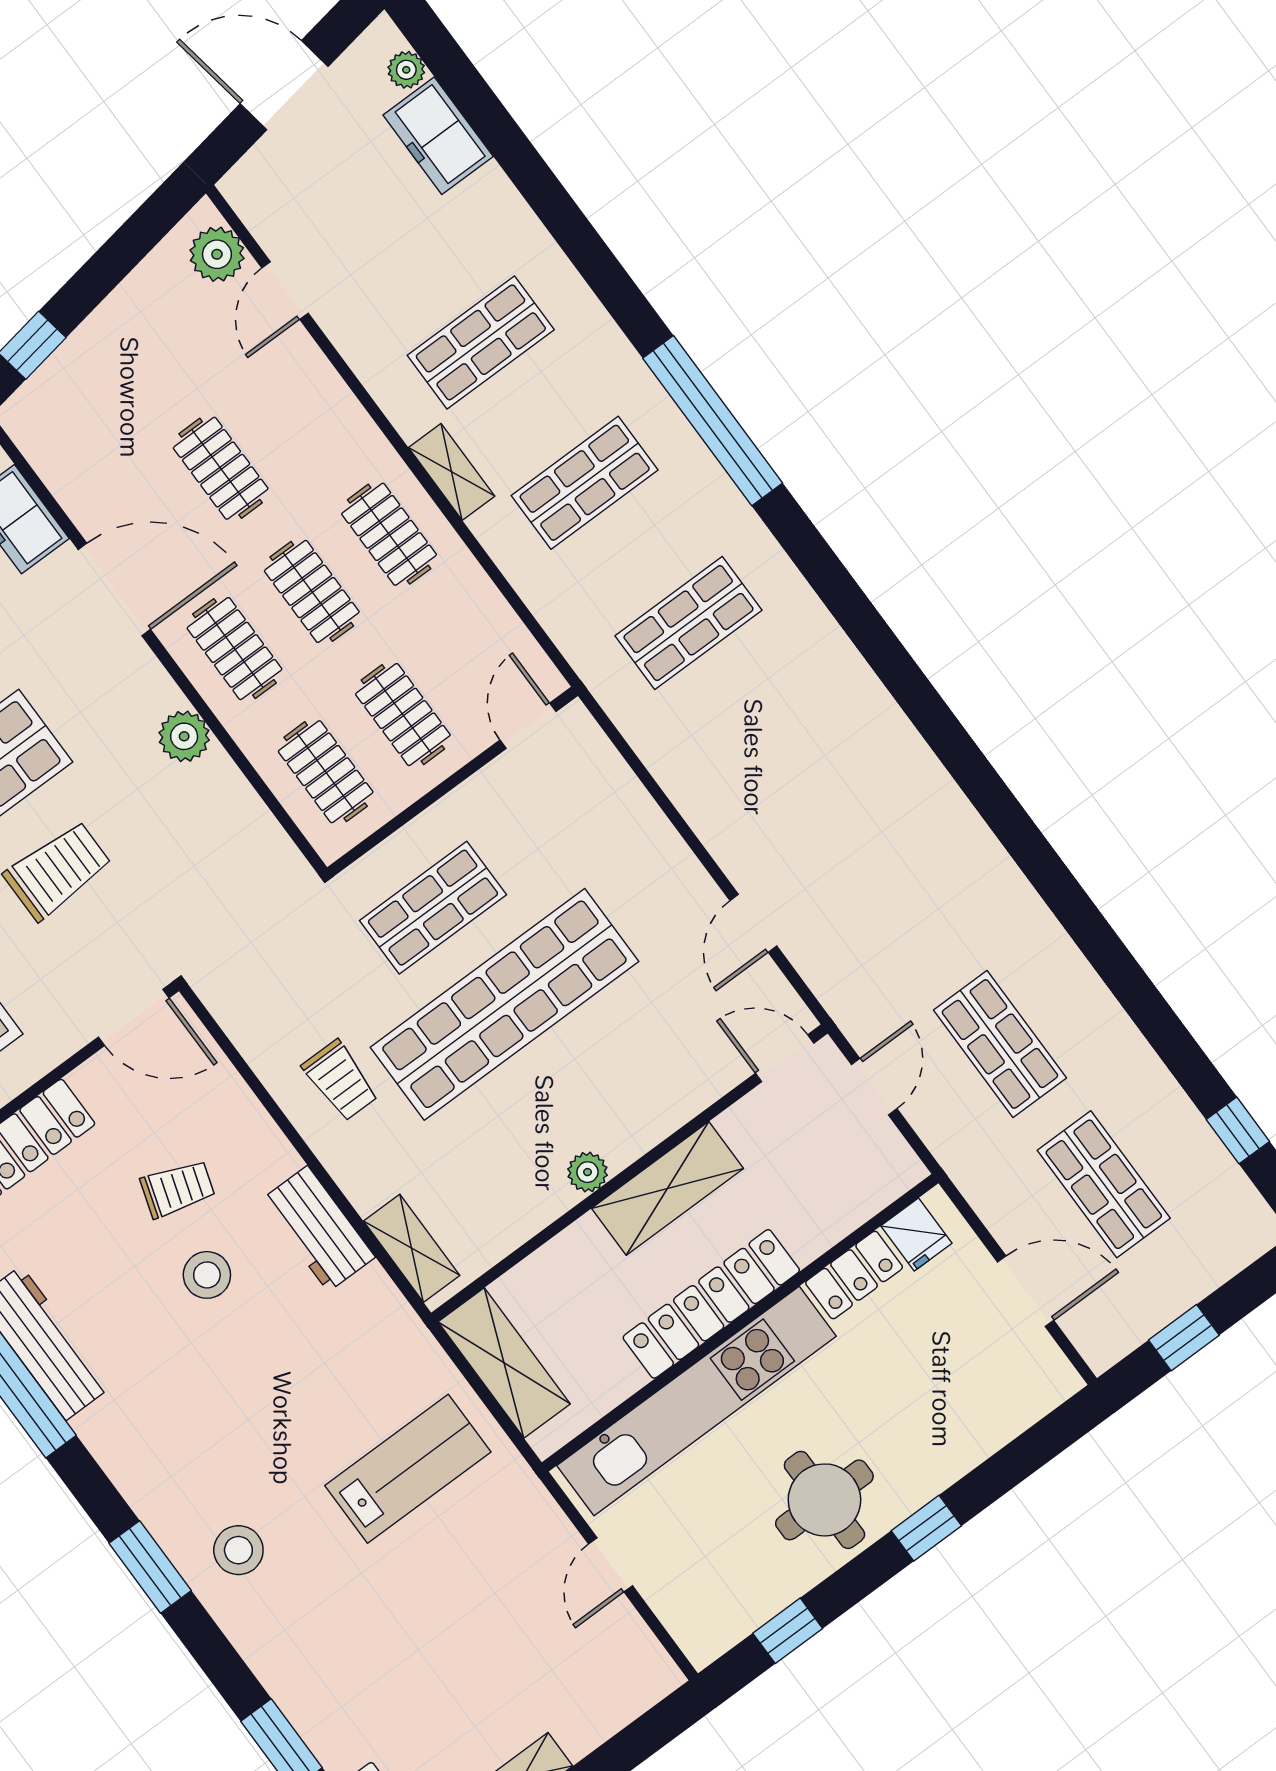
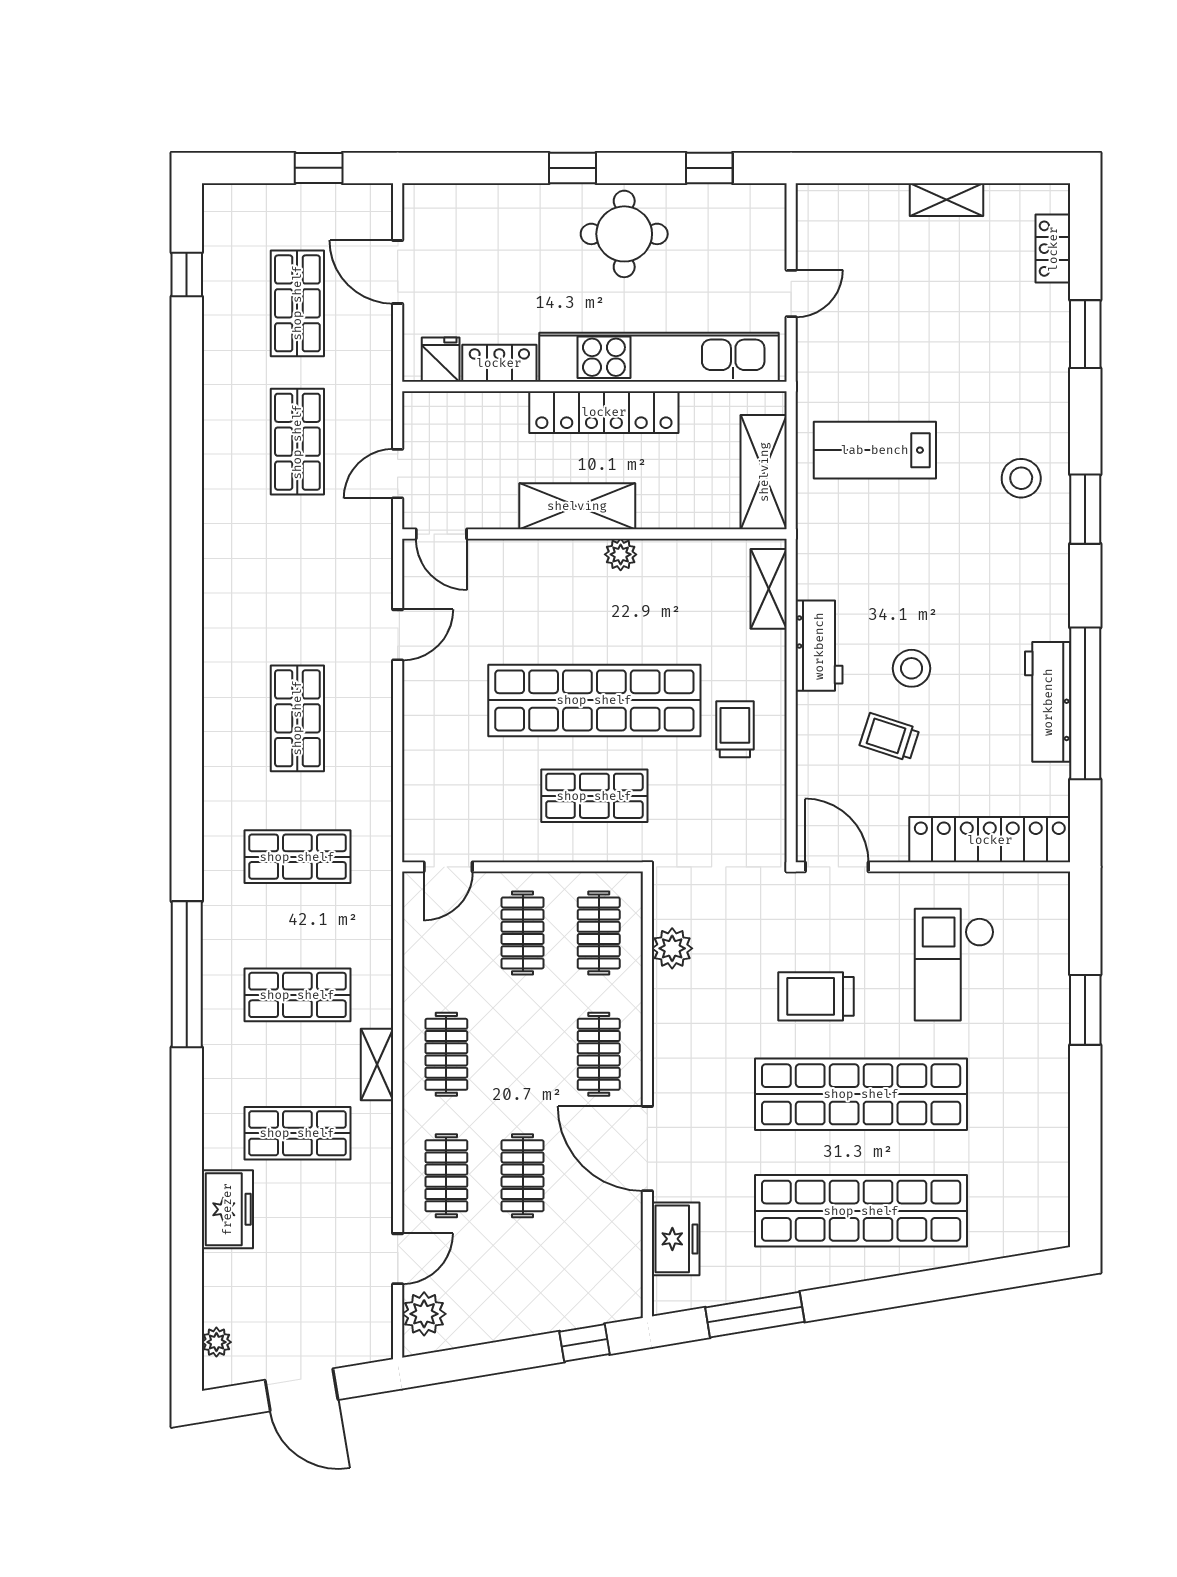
freezer: (438, 136) -> (227, 1209), moved
clothes rail: (312, 591) -> (446, 1176), moved
plant: (184, 736) -> (672, 948), moved
shop shelf: (792, 763) -> (297, 718), added

